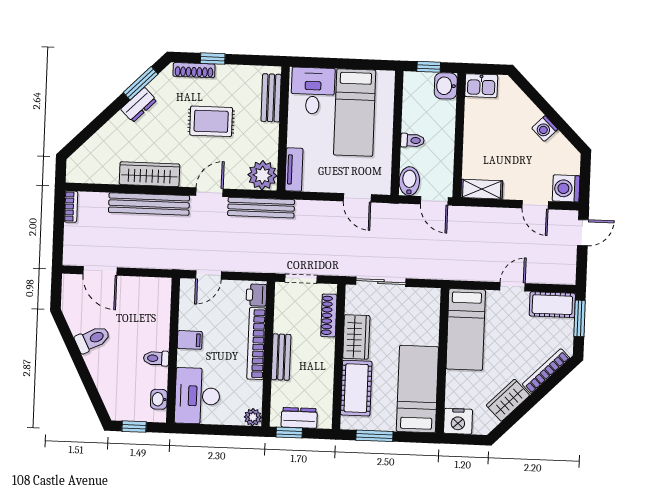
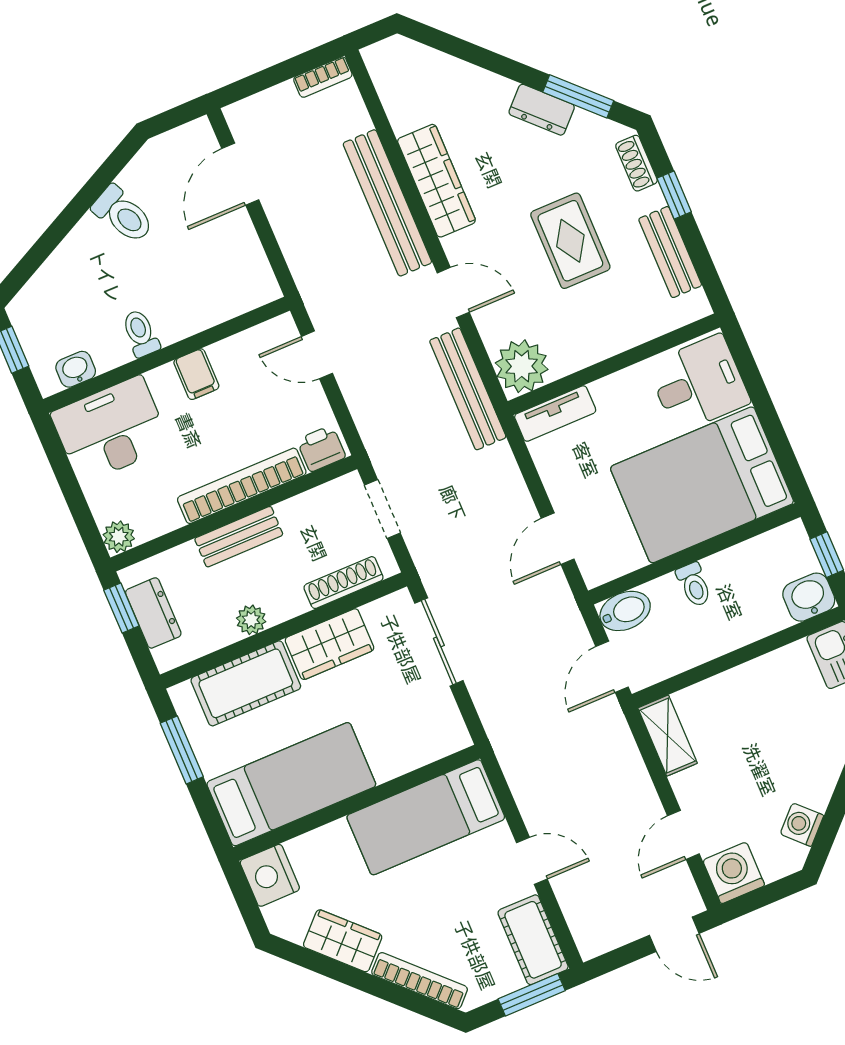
shoe rack: (194, 70) -> (637, 163), width x0.70
bench: (271, 98) -> (670, 252), moved, turned 90
bed: (355, 113) -> (702, 485), width x1.50
washing machine: (545, 129) -> (802, 825), moved
plant: (326, 370) -> (251, 620), added

